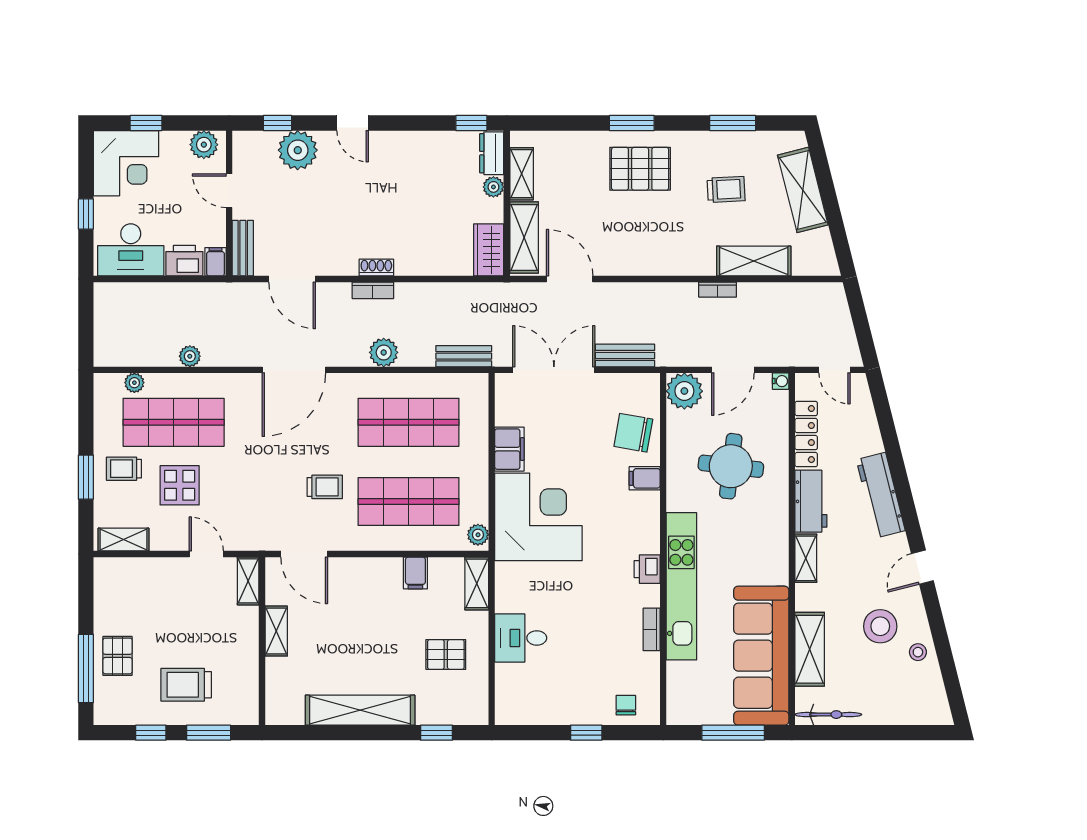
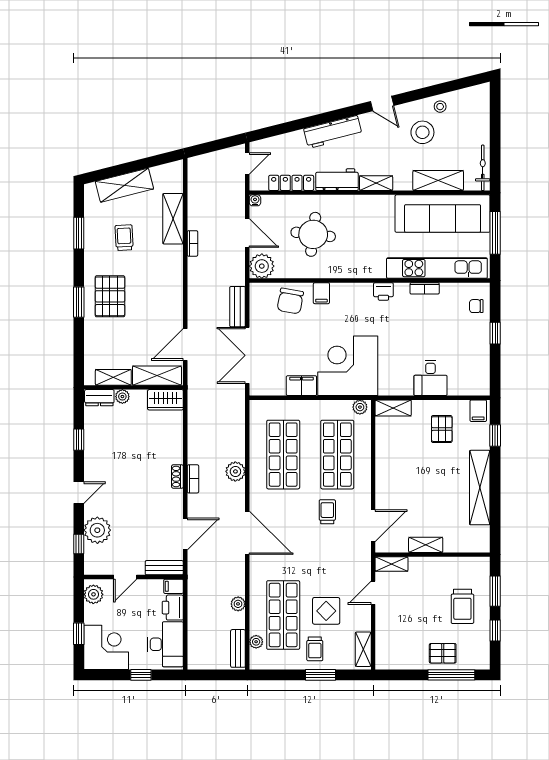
window: (471, 123) -> (79, 440), moved
bench: (464, 356) -> (238, 648), moved
filing cabinet: (415, 573) -> (478, 411), moved, turned 90
kitchen unit: (681, 586) -> (437, 268), moved

